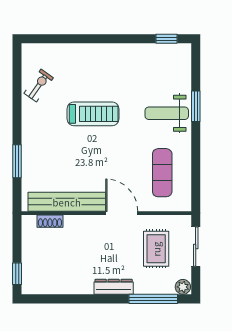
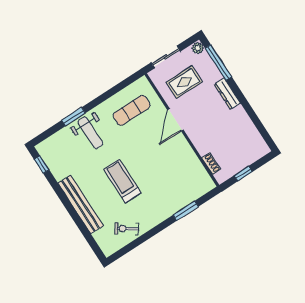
bench: (67, 202) -> (81, 204), moved
window: (17, 274) -> (243, 174), moved

